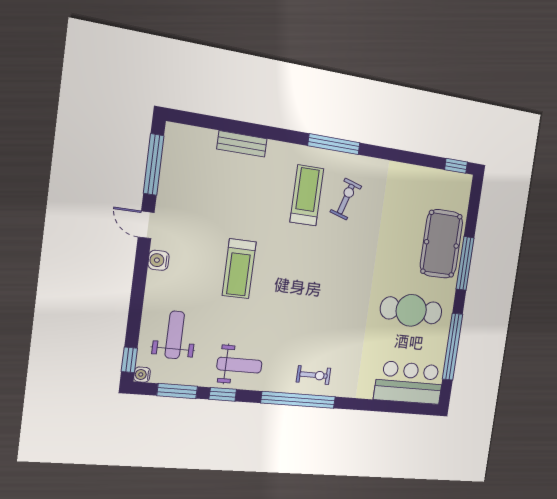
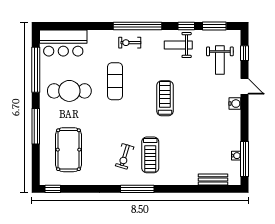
bench: (242, 144) -> (213, 179), moved
door: (146, 225) -> (245, 86), moved
pool table: (441, 244) -> (68, 150), moved
treadmill: (239, 269) -> (165, 98), moved
exercise mat: (344, 318) -> (115, 81), added
window: (129, 360) -> (245, 53), moved
water cooler: (142, 375) -> (236, 156), moved

